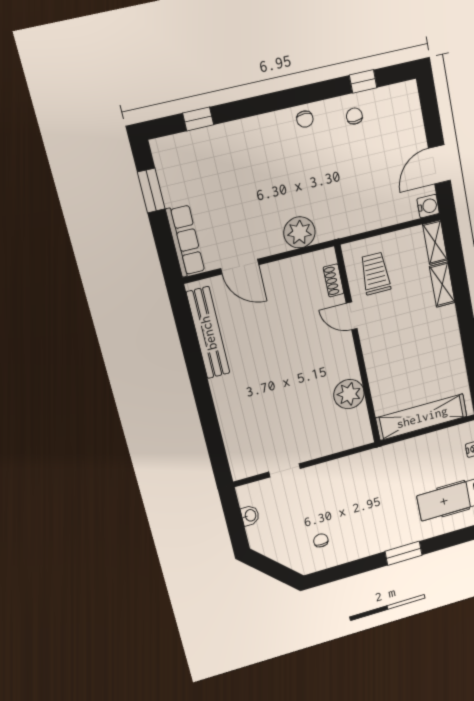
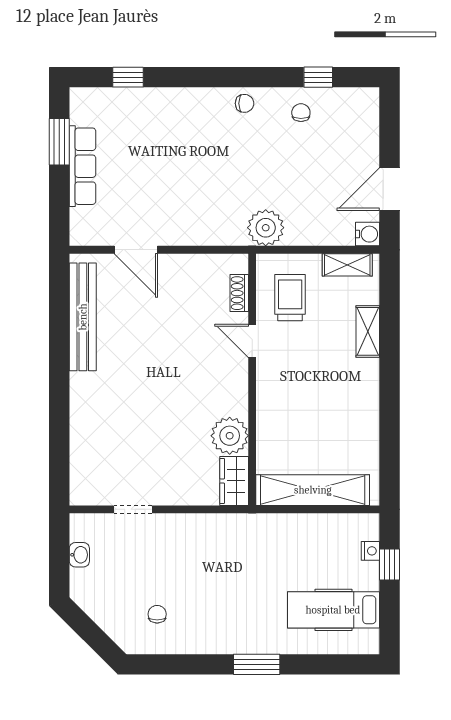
chair: (305, 119) -> (245, 103), turned -90
plant: (299, 232) -> (266, 228), moved
row of seats: (185, 241) -> (82, 166), moved
shelving: (435, 242) -> (347, 265), moved, turned 90
wardrobe: (359, 427) -> (234, 481), added

